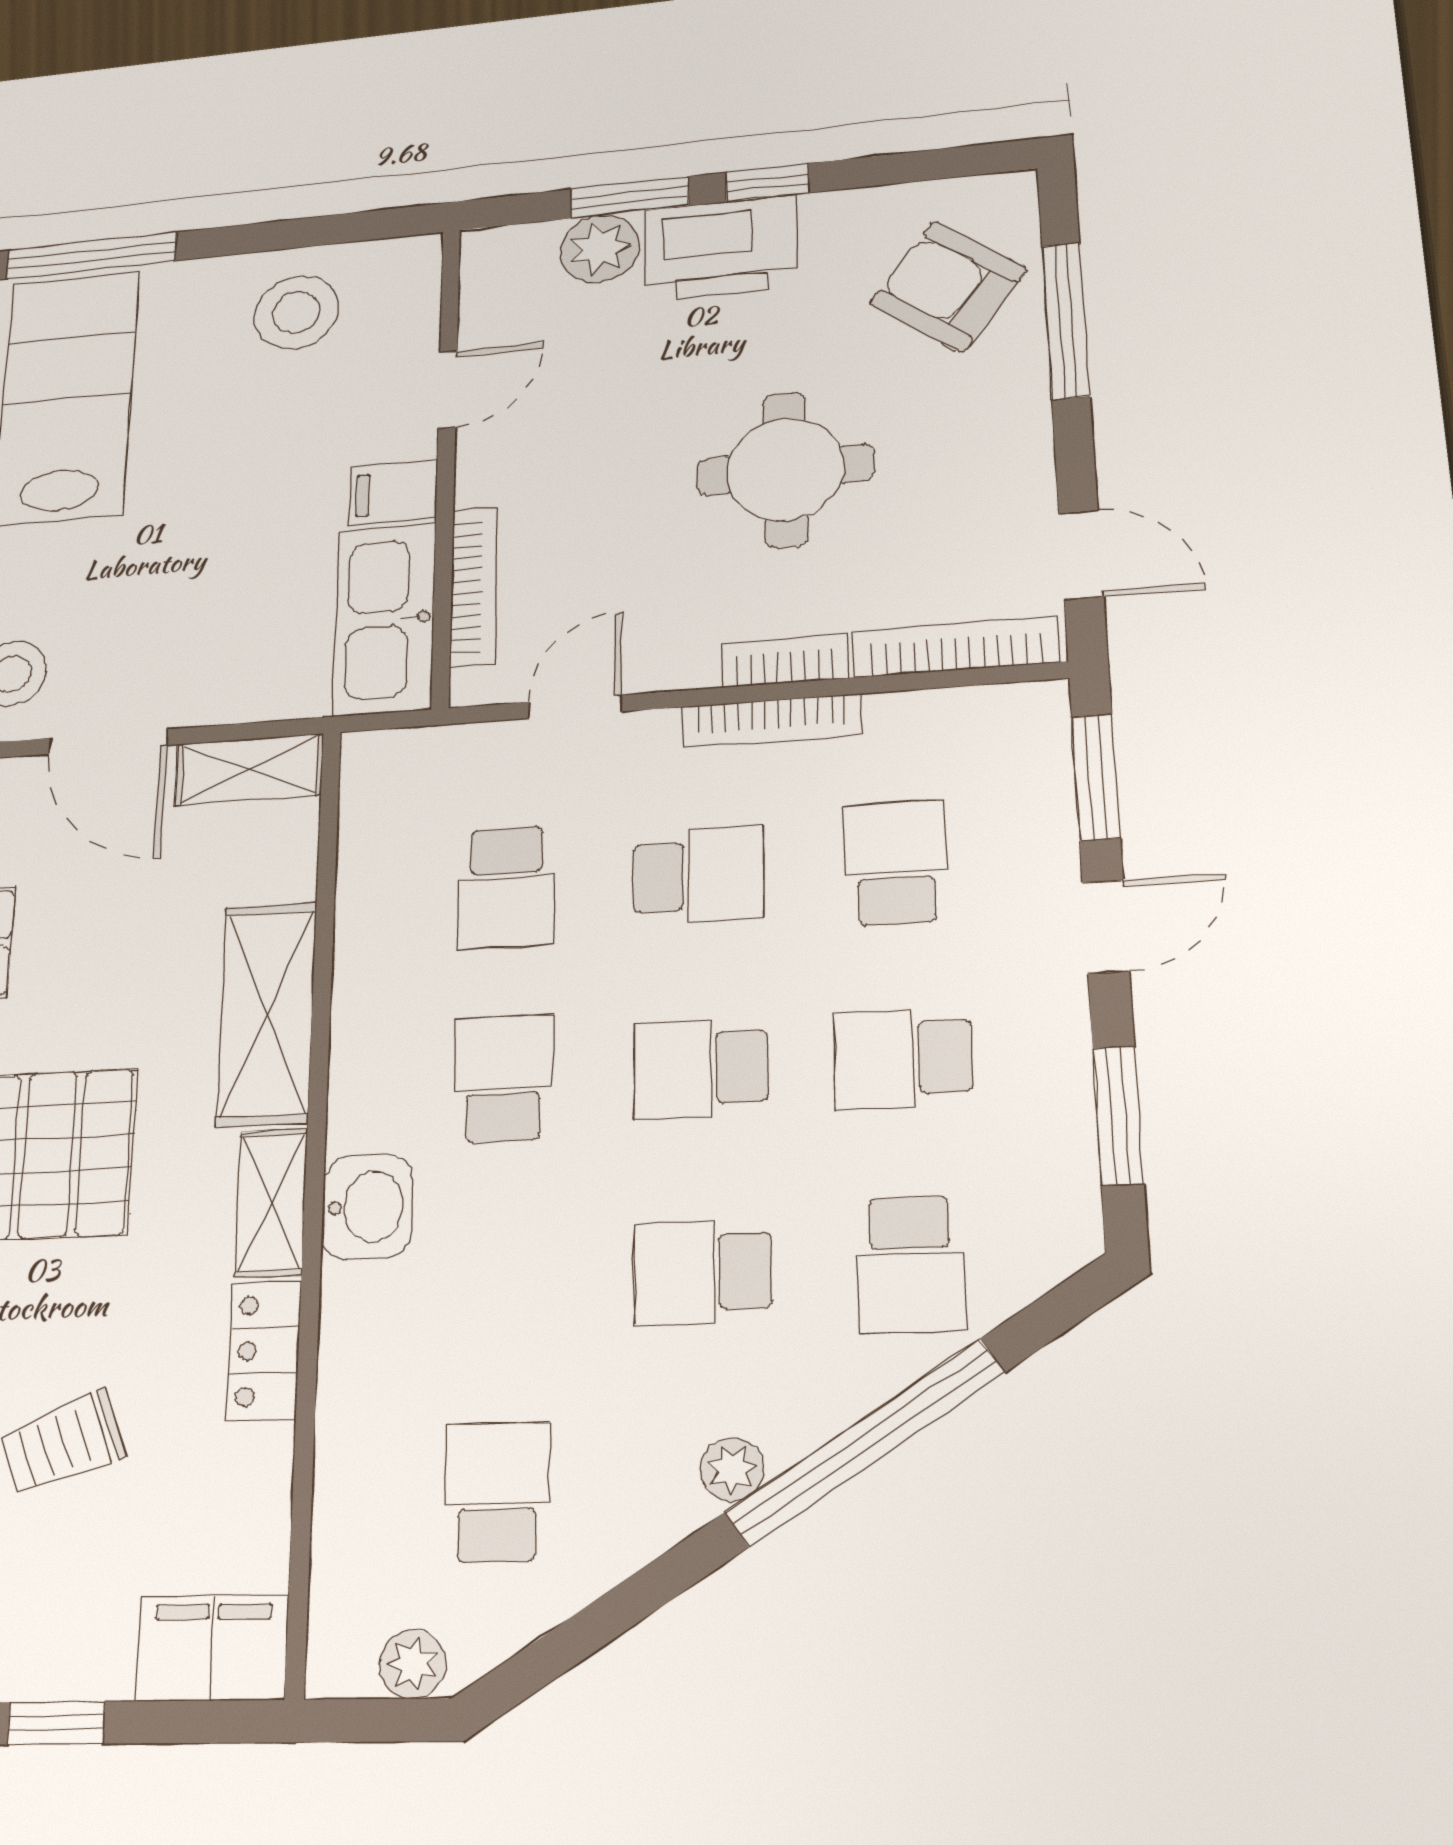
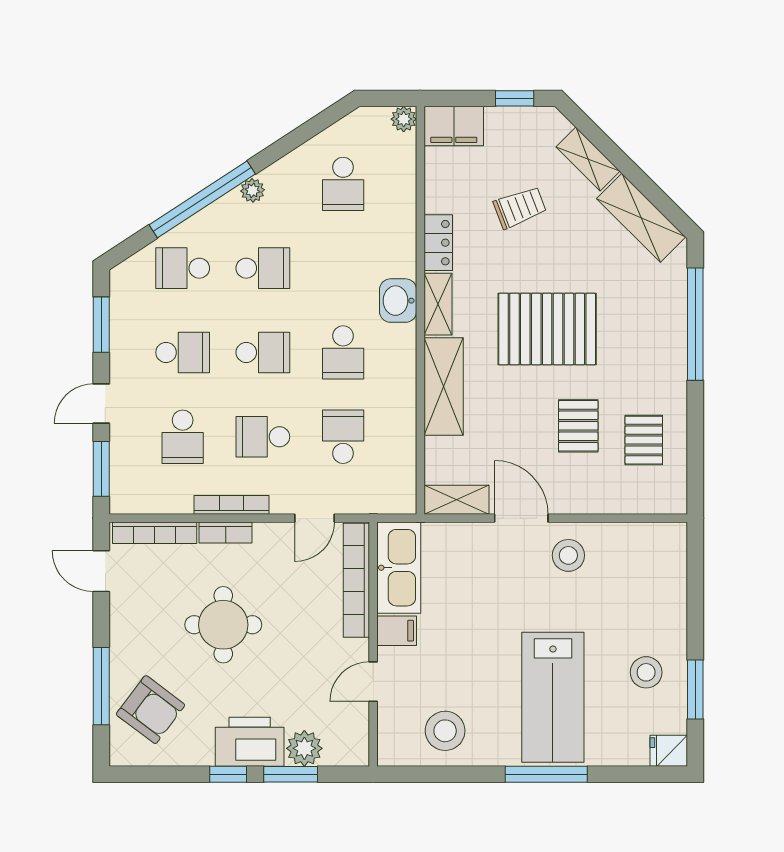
bookcase: (474, 586) -> (356, 580), width x1.48, depth x1.31
school desk: (911, 1265) -> (183, 268), turned -90
plant: (413, 1664) -> (404, 119), moved

